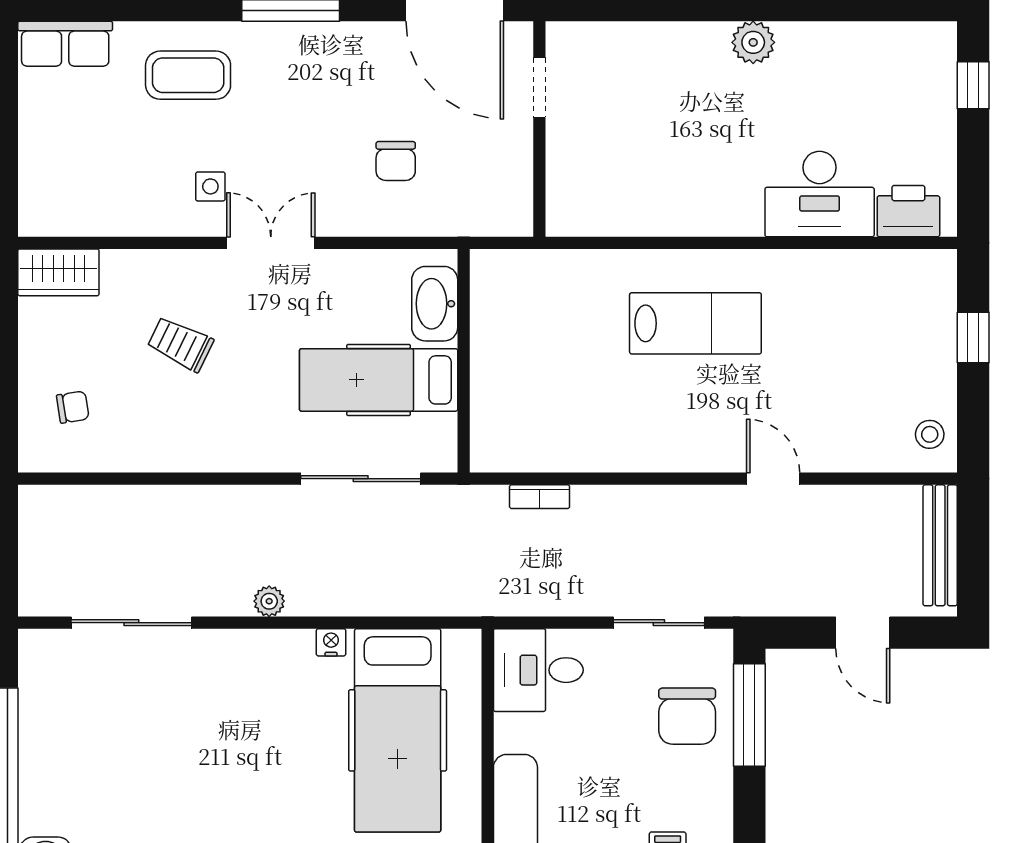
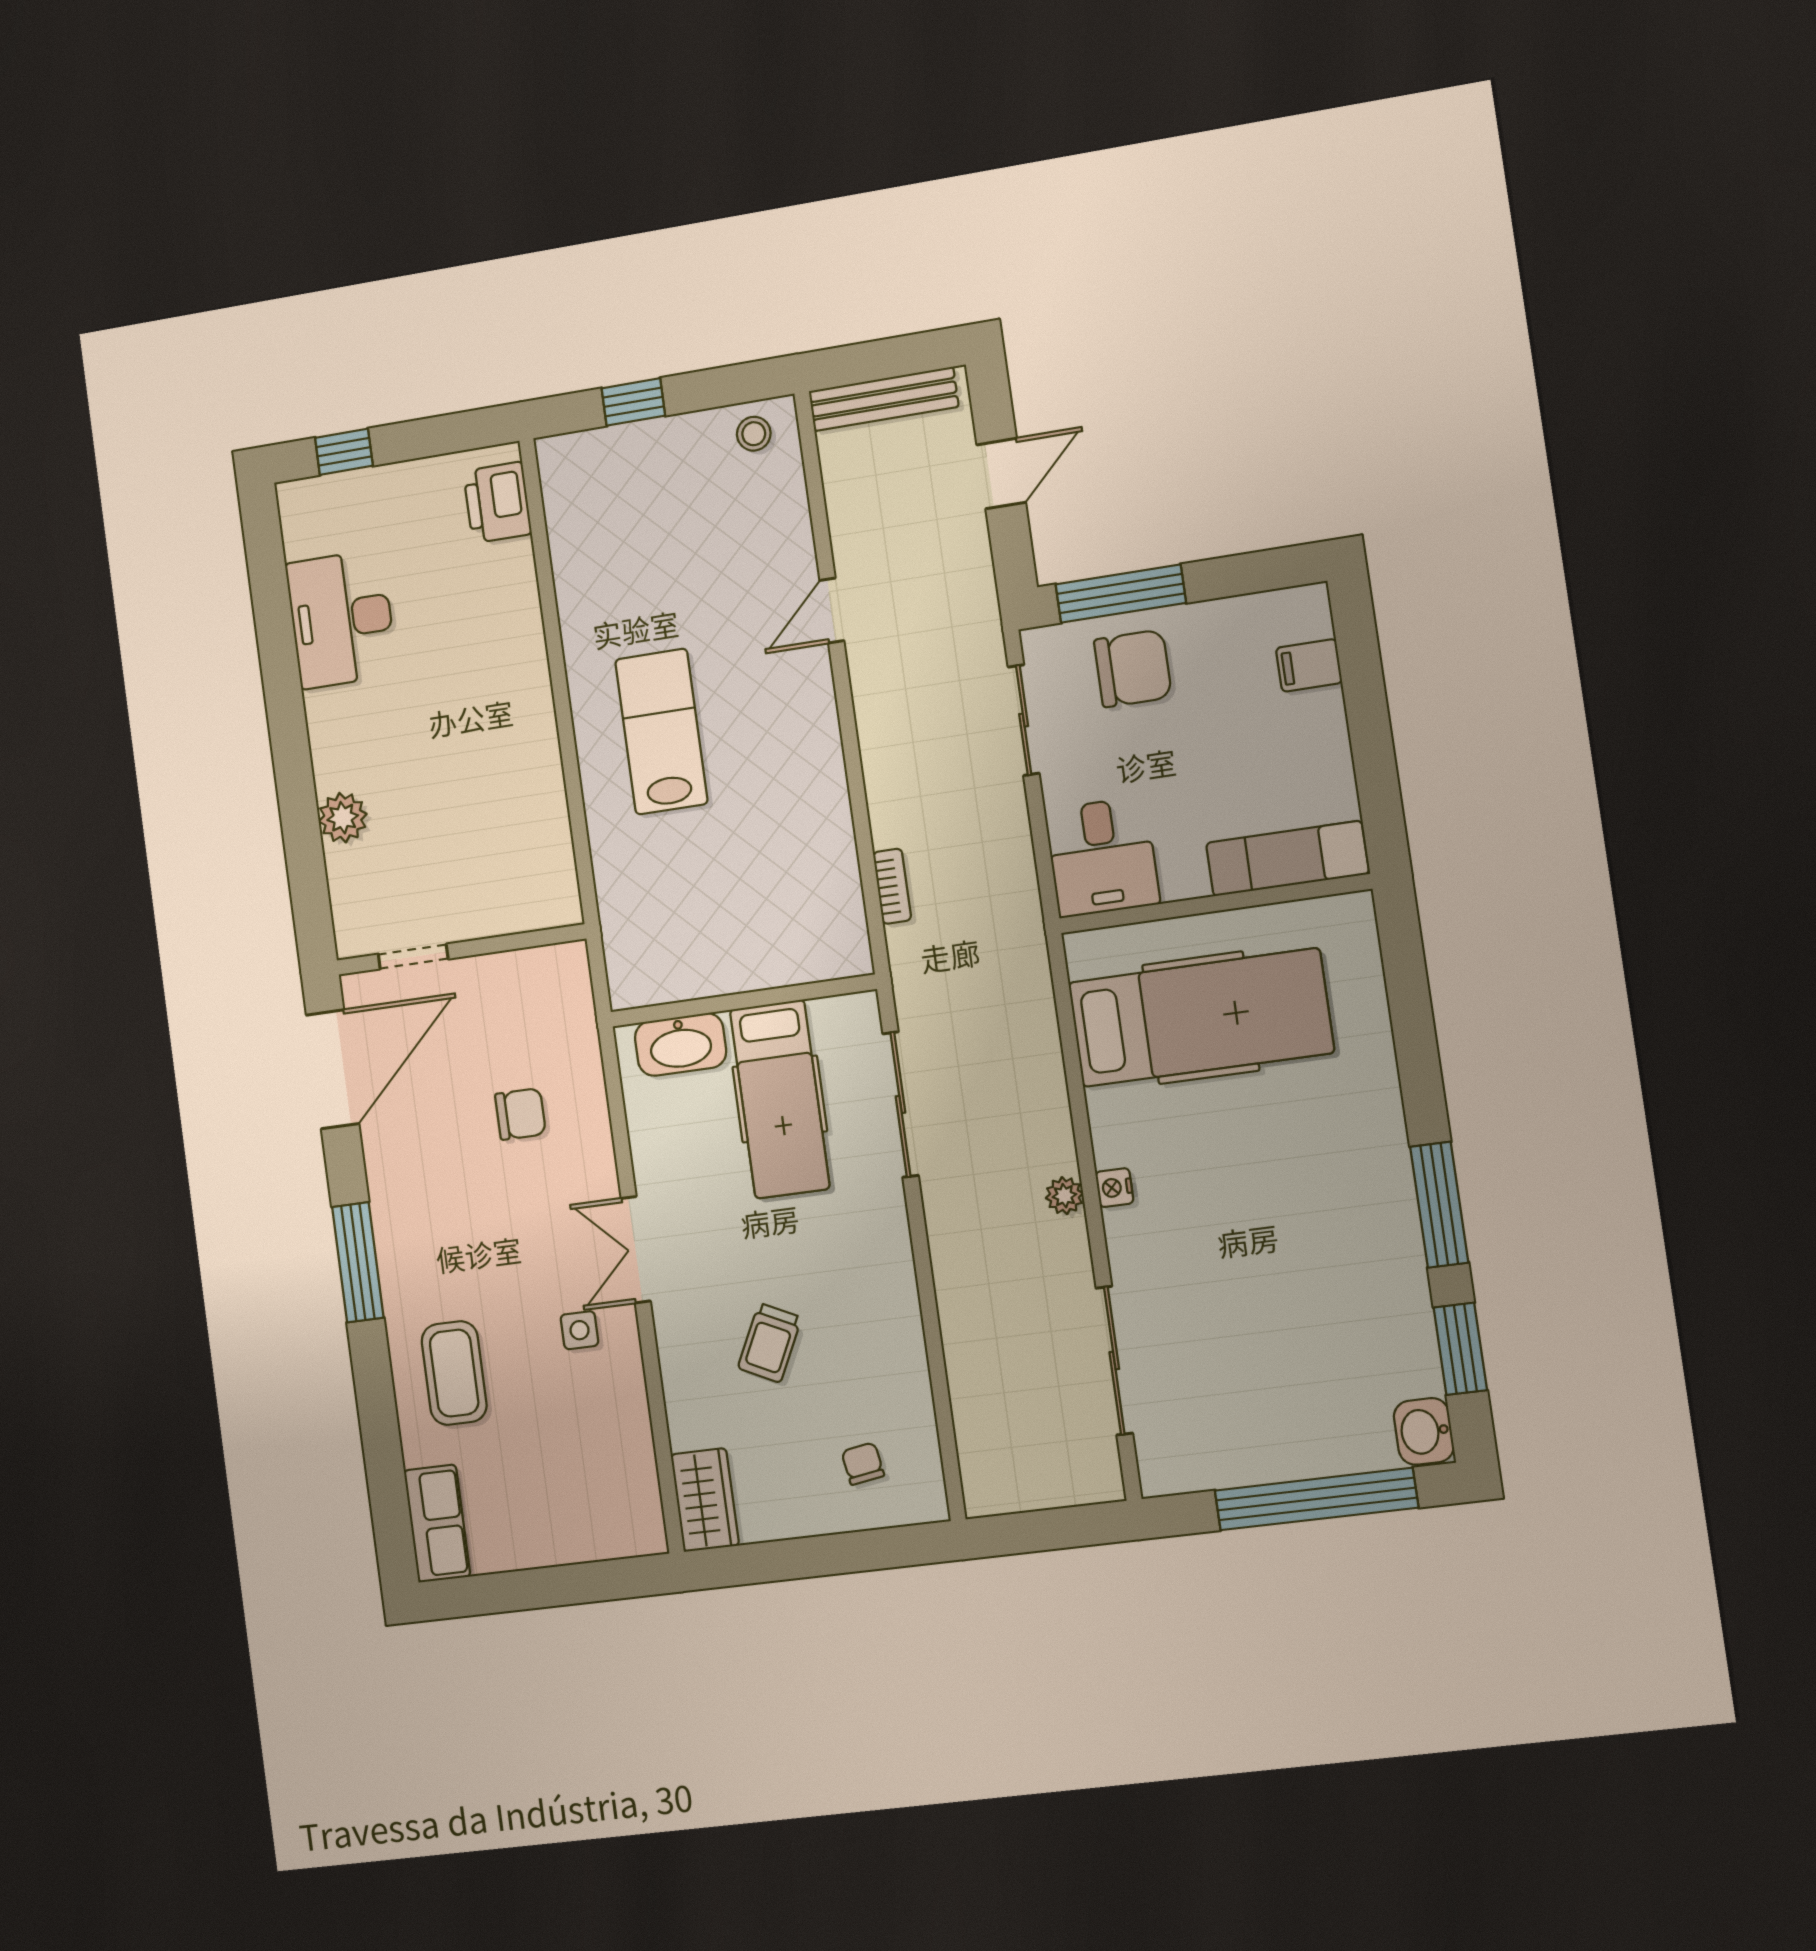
plant: (753, 42) -> (343, 818), moved
desk: (820, 194) -> (341, 619), moved, turned 180
nightstand: (331, 642) -> (1114, 1188), moved

